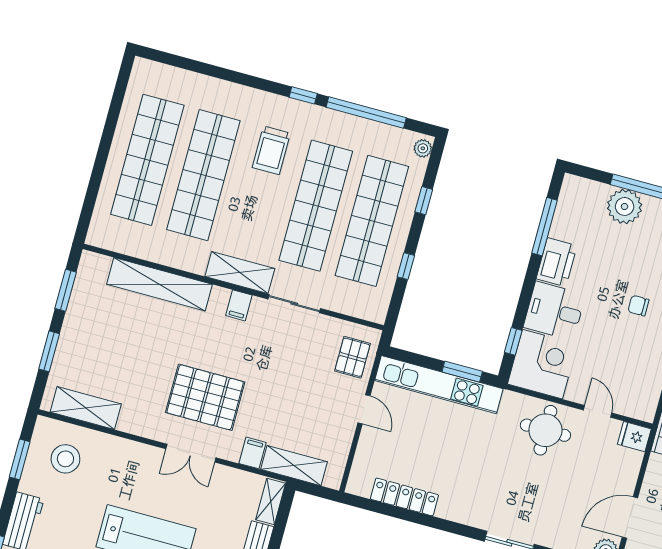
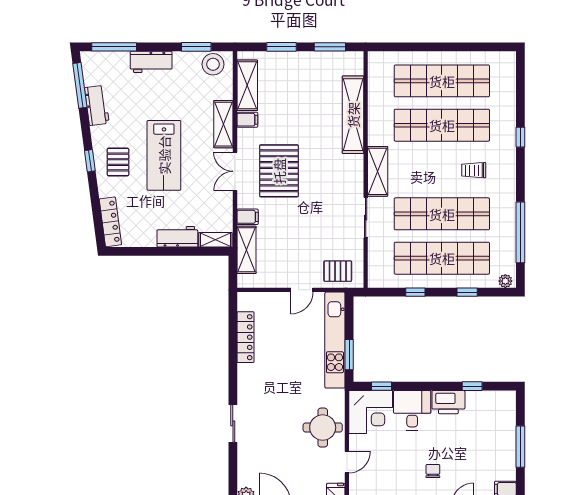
window: (303, 95) -> (520, 137), moved
trolley: (271, 150) -> (474, 170), width x0.73, depth x0.72
plant: (625, 206) -> (503, 441), removed
window: (544, 227) -> (472, 386), width x0.46
filing cabinet: (239, 305) -> (247, 120), moved, turned 180
shelving: (127, 452) -> (223, 124), added
stool: (65, 459) -> (213, 64), moved

